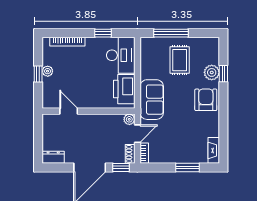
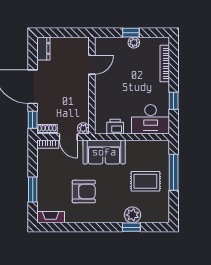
printer: (124, 89) -> (115, 127), width x0.53, depth x0.68
armchair: (206, 100) -> (84, 191), moved

